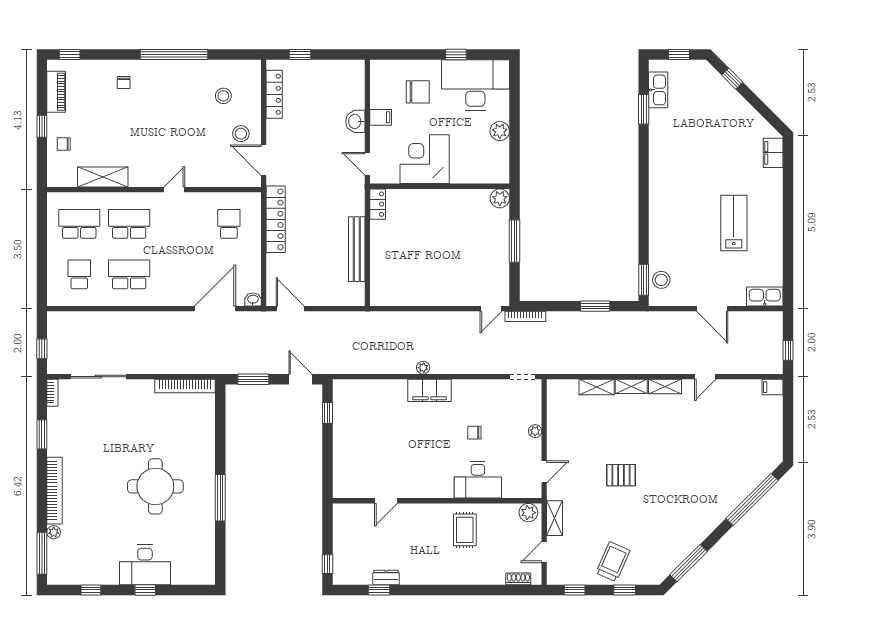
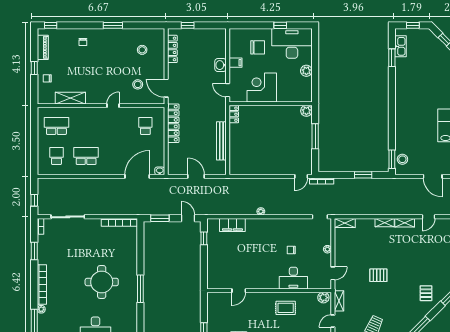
window: (174, 55) -> (113, 25), width x0.47
stool: (241, 134) -> (138, 84), moved
school desk: (129, 224) -> (86, 126), removed
door: (290, 309) -> (196, 176), moved
shelving: (597, 387) -> (345, 223), moved
filing cabinet: (430, 390) -> (232, 225), moved
pallet: (701, 505) -> (426, 293), added
rug: (465, 530) -> (286, 308), turned 90

